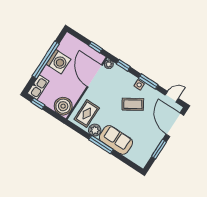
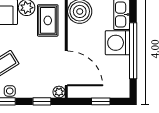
window: (96, 47) -> (101, 101), moved
washing machine: (58, 62) -> (118, 43), moved

